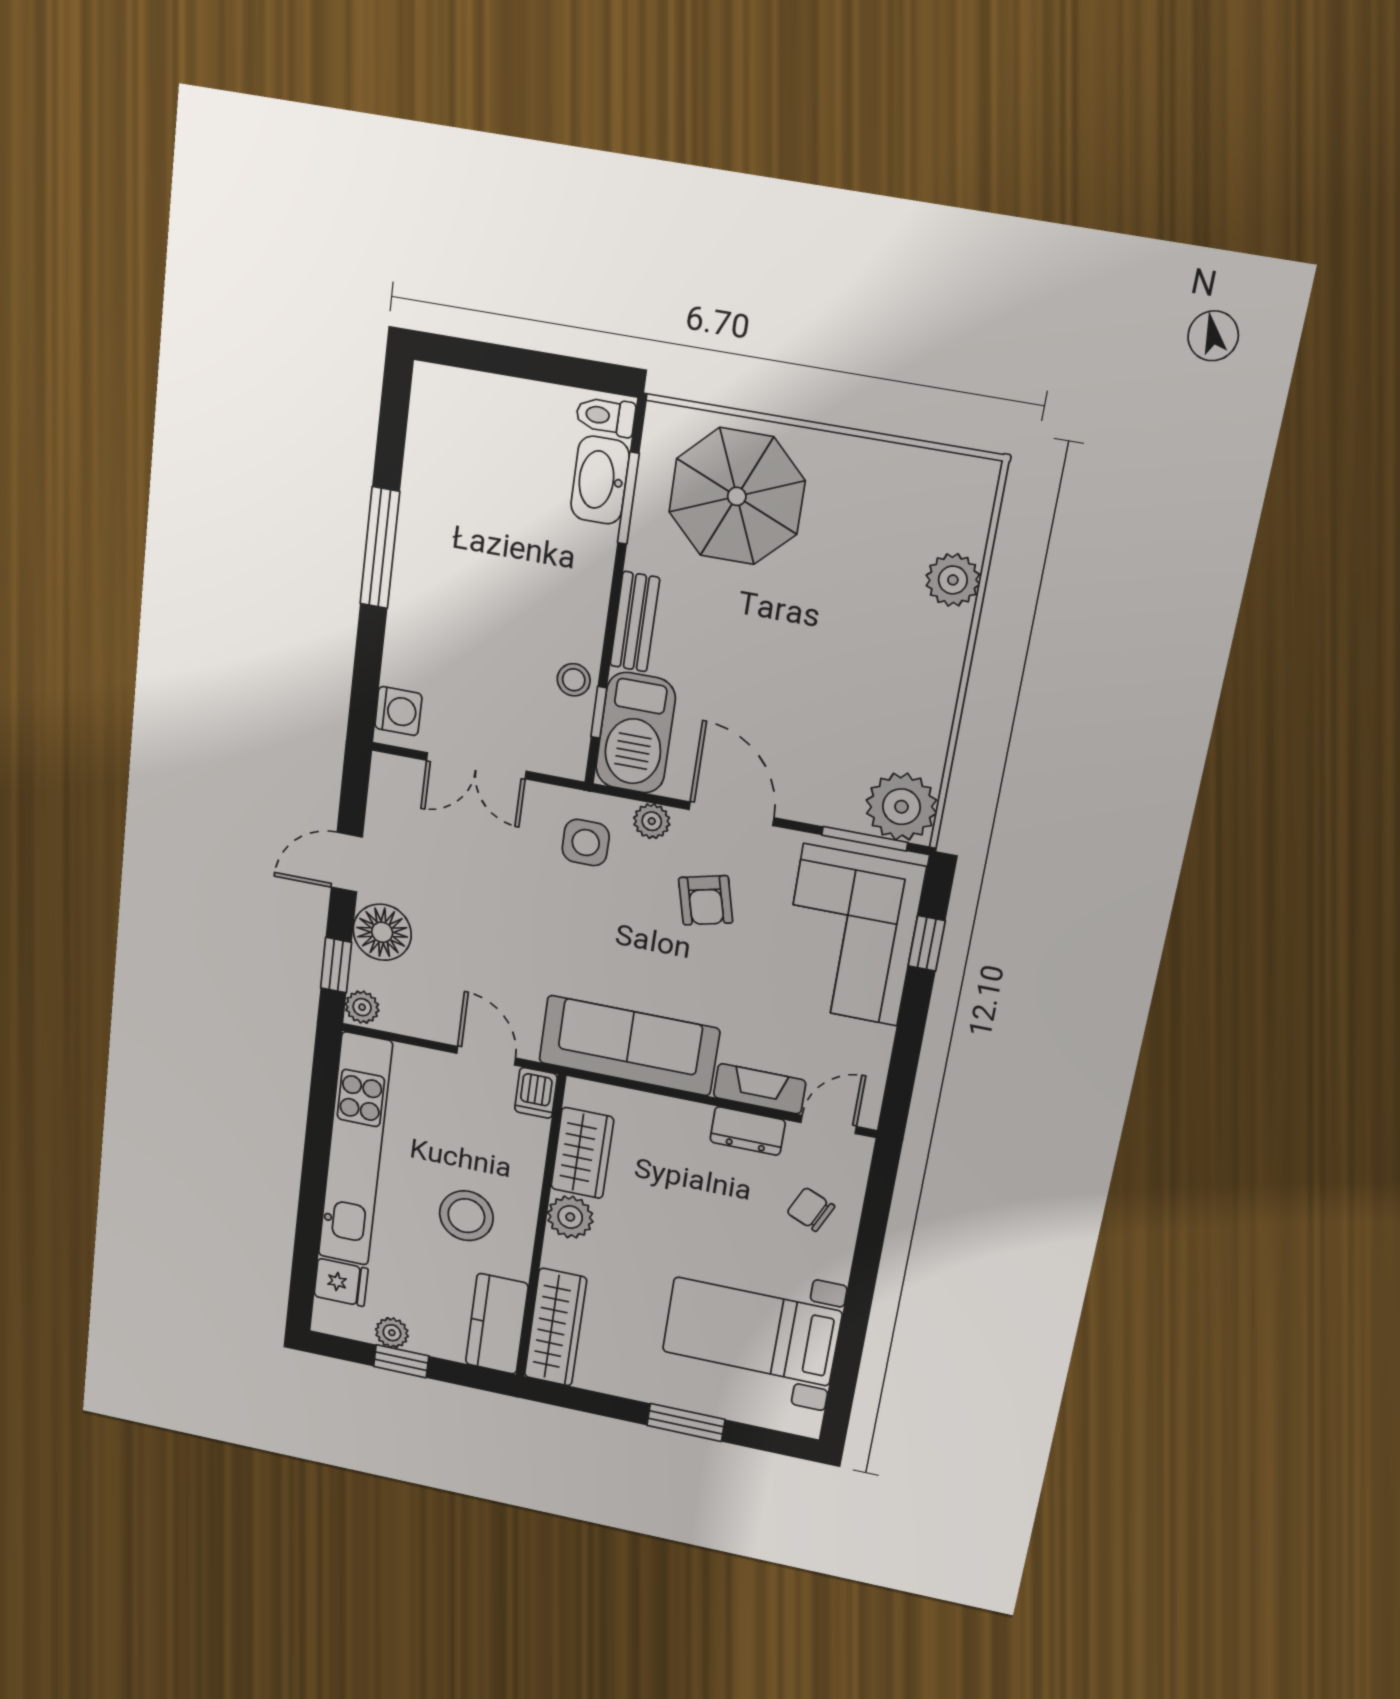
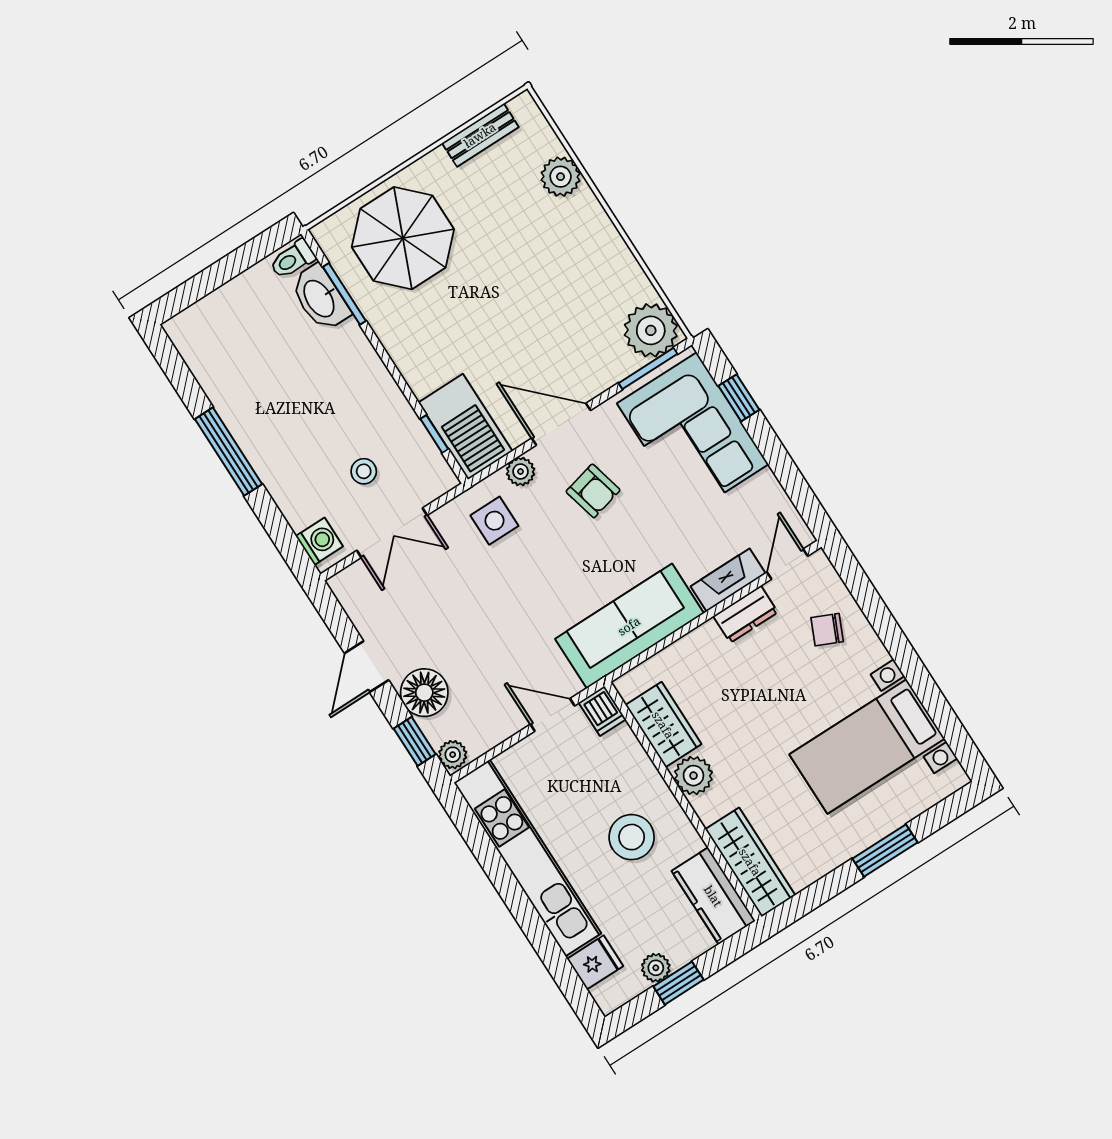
bench: (635, 622) -> (480, 135), moved, turned 90
stool: (574, 680) -> (364, 471), moved

